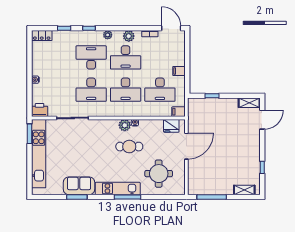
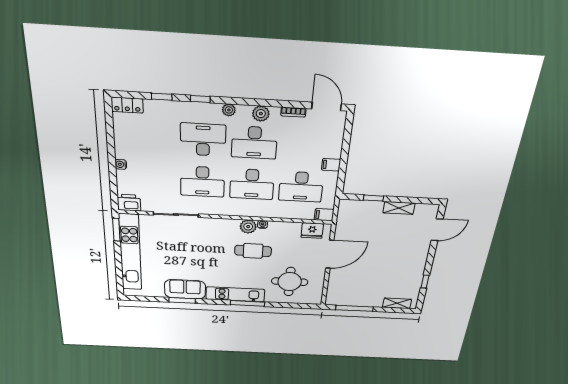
shelving: (249, 103) -> (399, 208), moved

